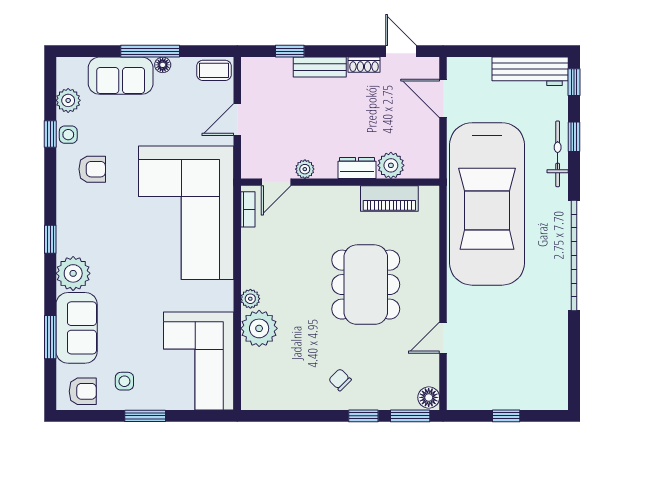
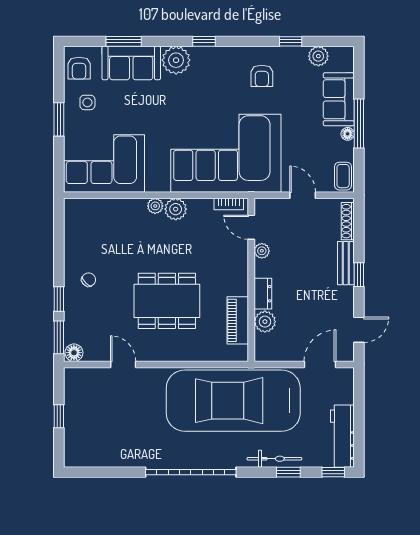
window: (290, 51) -> (359, 275), moved
shoe rack: (364, 65) -> (348, 221), moved, width x1.43
side table: (68, 135) -> (290, 56), removed
plant: (259, 328) -> (176, 209), moved, width x0.73, depth x0.73

